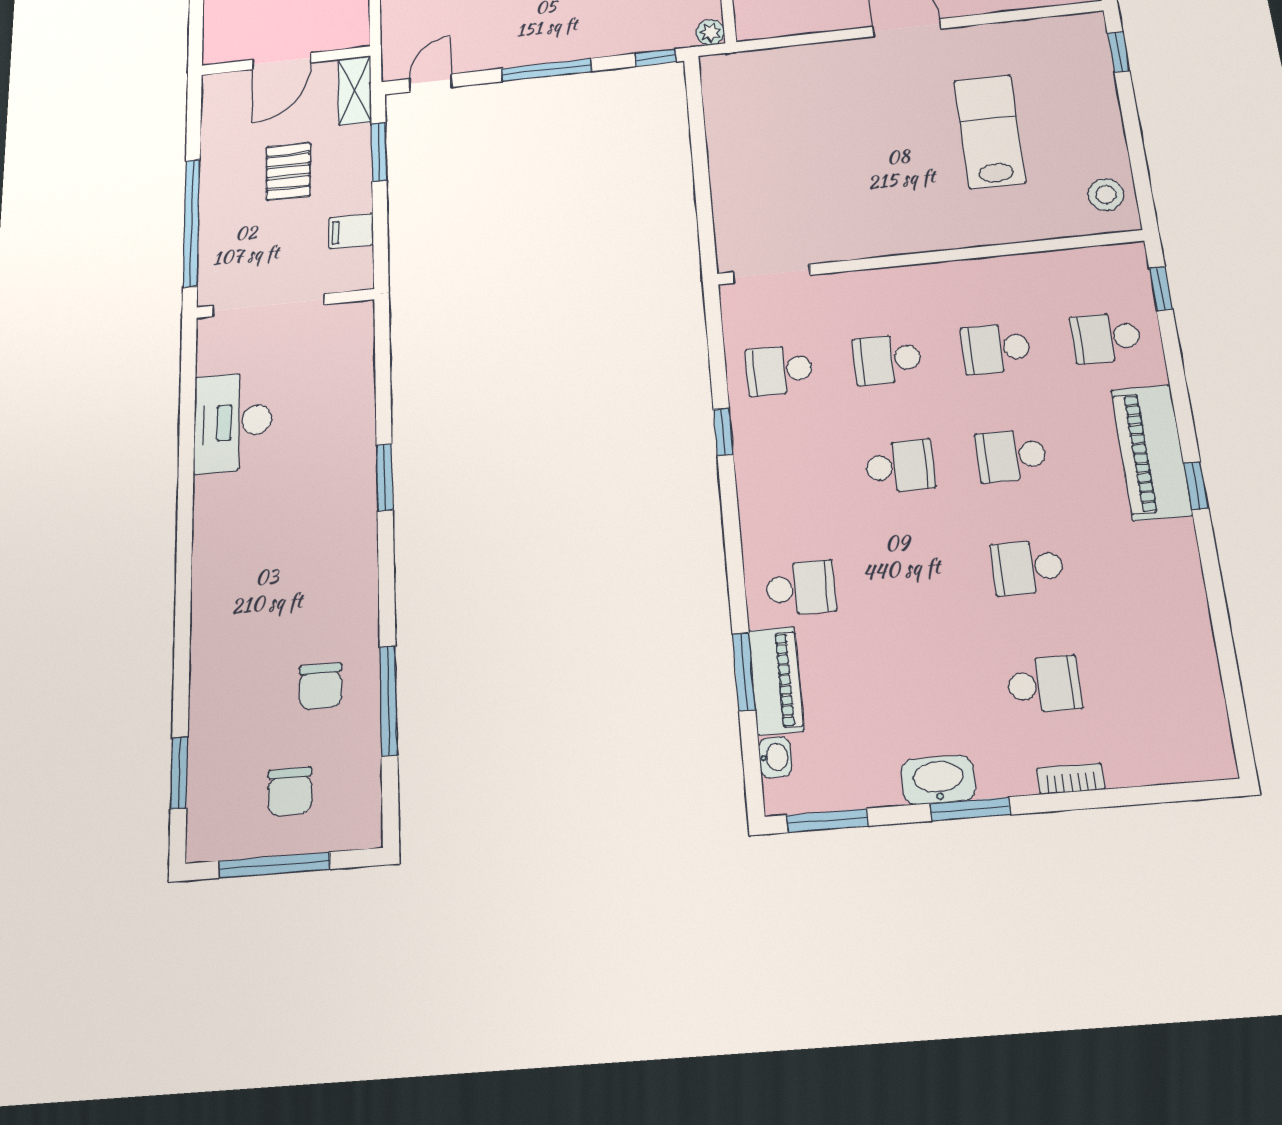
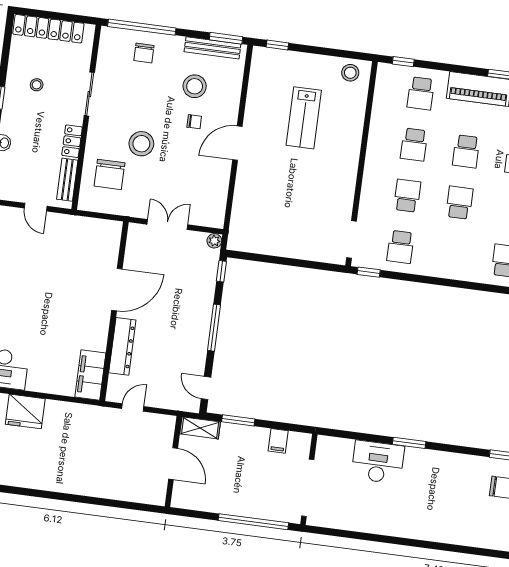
lab bench: (990, 131) -> (304, 118), turned -90
pallet: (288, 171) -> (237, 468), removed
school desk: (887, 359) -> (407, 196), turned 180
desk: (233, 422) -> (378, 462), moved, turned 180
window: (723, 432) -> (369, 272), moved

